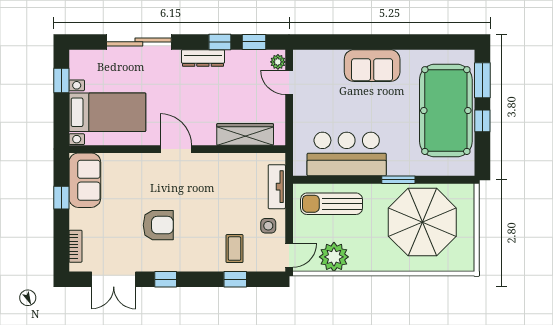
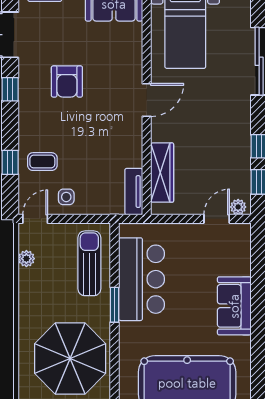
dresser: (203, 58) -> (242, 128), removed
window: (398, 180) -> (115, 305), moved
tv unit: (277, 187) -> (134, 192), moved, turned -90
door: (289, 255) -> (35, 219), swing flipped
plant: (334, 257) -> (26, 259), width x0.53, depth x0.53

